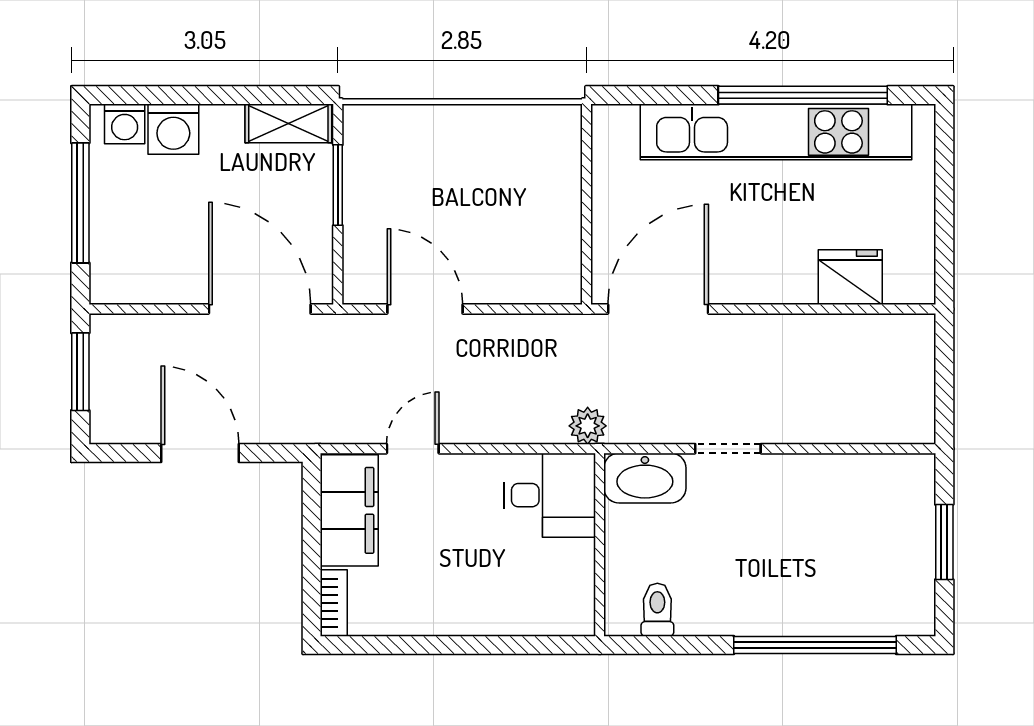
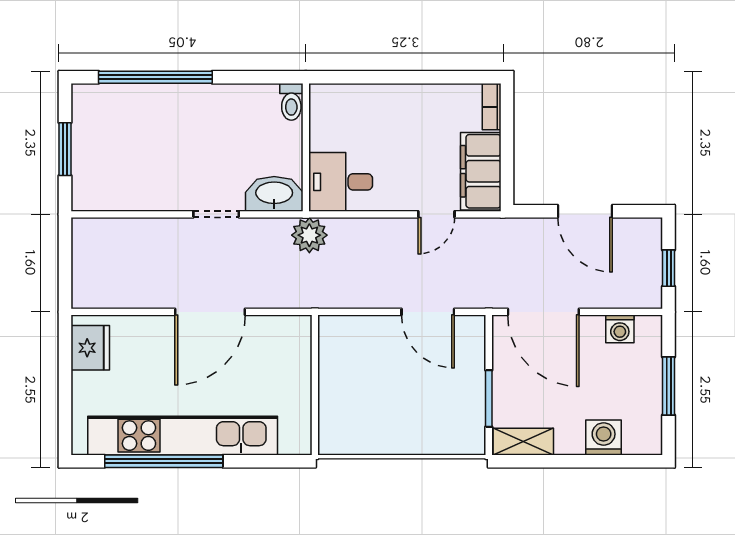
washing machine: (125, 124) -> (620, 329), moved, turned 180
window: (80, 203) -> (669, 386), width x0.69
fridge: (850, 277) -> (90, 348), moved, turned -90
door: (658, 309) -> (210, 312), moved
window: (80, 372) -> (669, 268), width x0.67
plant: (588, 426) -> (309, 235), width x1.38, depth x1.38
toilet: (657, 610) -> (291, 102), moved

